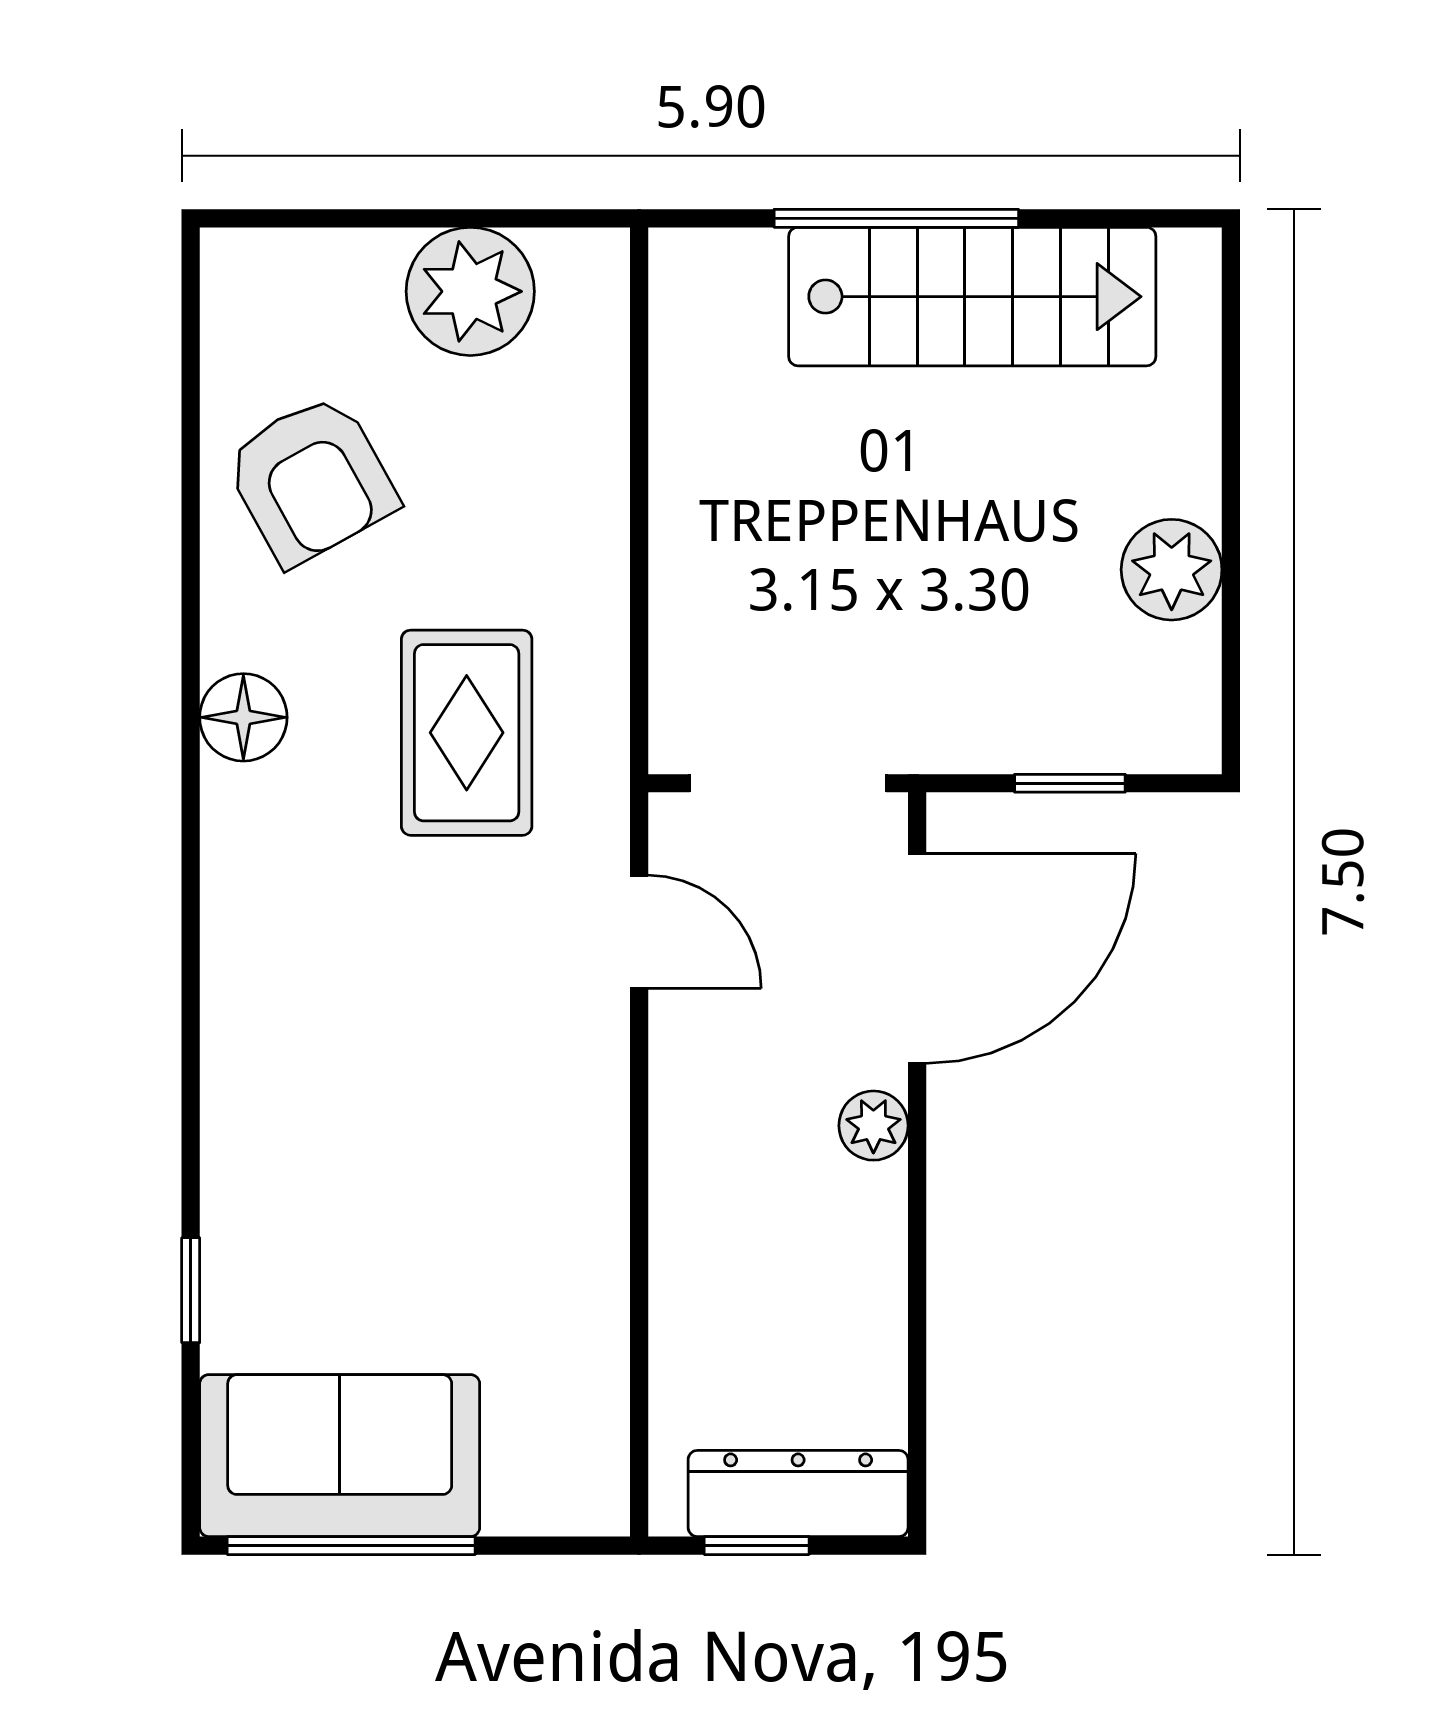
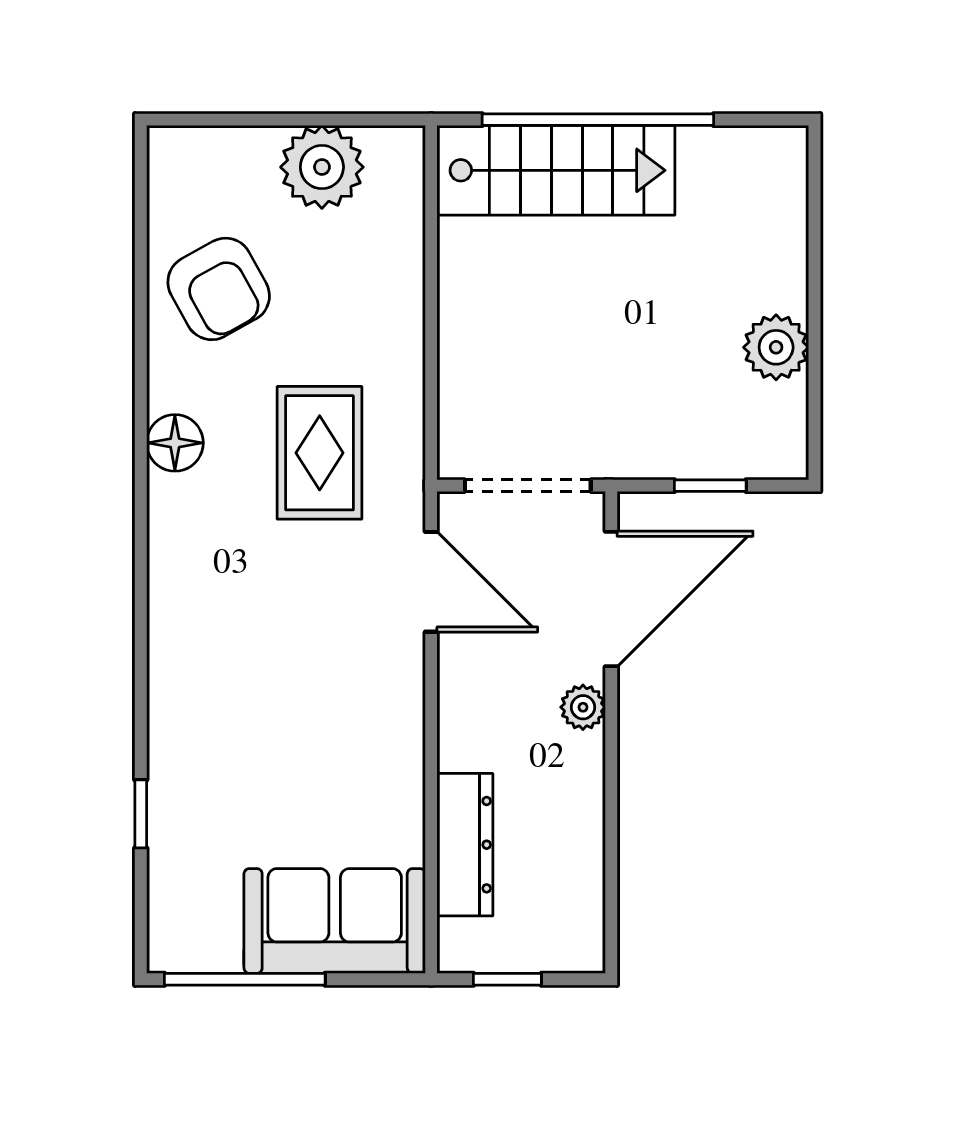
window: (896, 218) -> (598, 120), width x1.46
stairs: (972, 297) -> (556, 170), moved
door: (639, 932) -> (431, 582), width x1.38
sofa: (340, 1456) -> (335, 921), moved
dresser: (798, 1494) -> (465, 845), moved, turned 90

